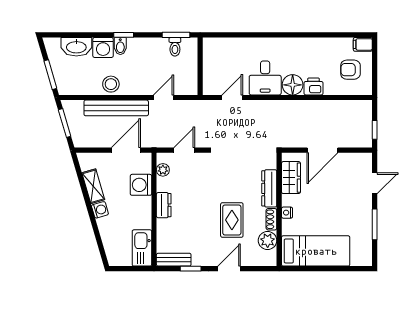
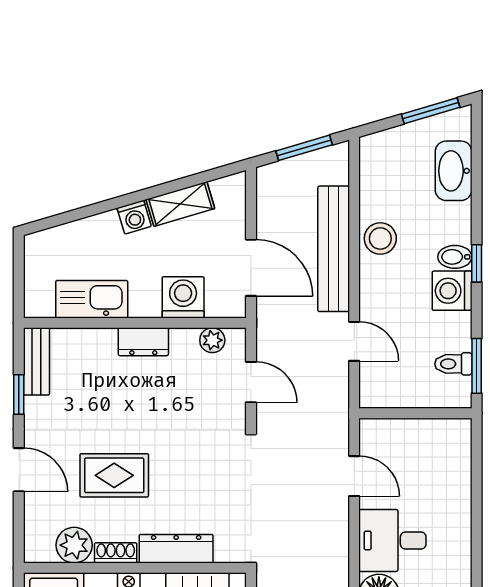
washing machine: (103, 47) -> (452, 291), moved
window: (50, 75) -> (431, 111), moved
kitchen sink: (142, 248) -> (92, 299), moved

